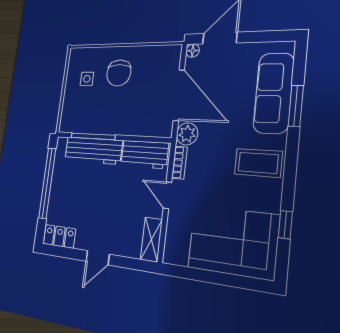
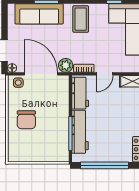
chair: (119, 73) -> (26, 120), turned 90
side table: (87, 79) -> (18, 83), moved
door: (179, 95) -> (41, 74), hinge flipped

